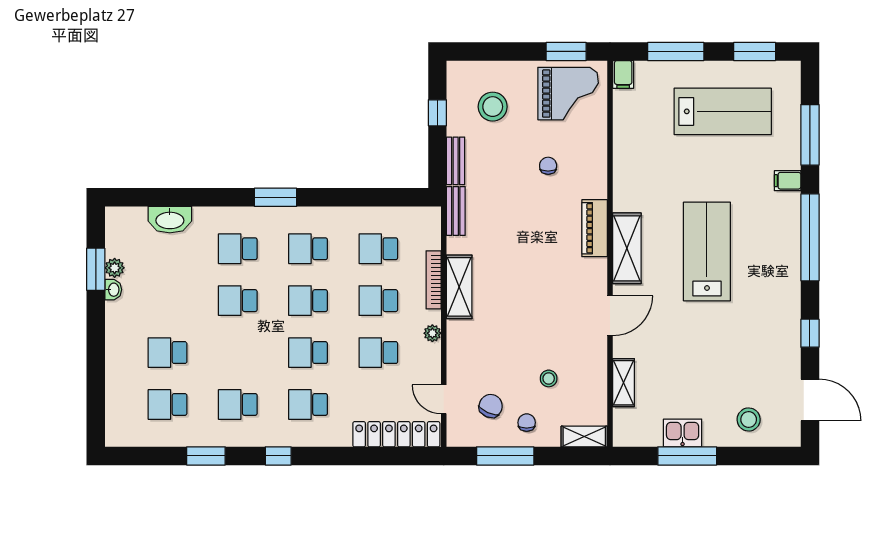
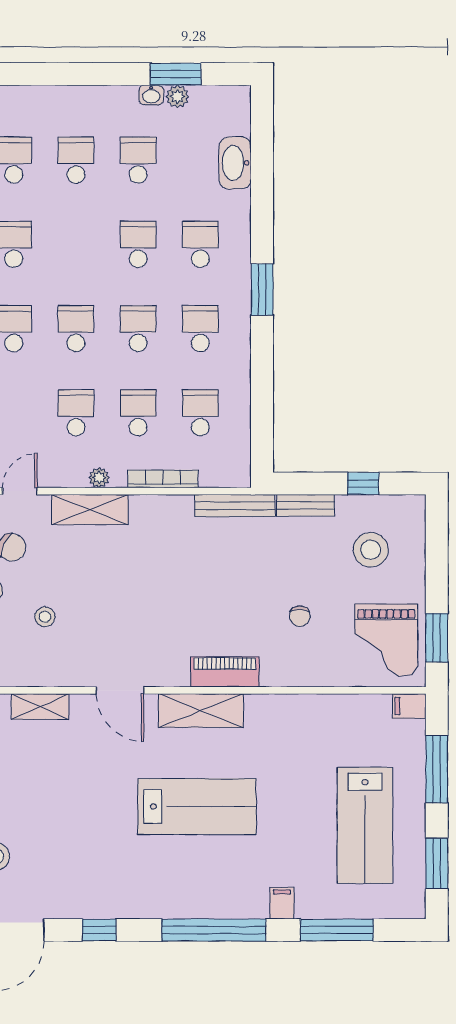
chair: (548, 166) -> (300, 616), turned 90
bench: (456, 211) -> (235, 506), width x1.36
shelving: (459, 287) -> (90, 510), moved
school desk: (168, 301) -> (138, 160), added

